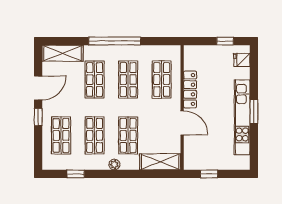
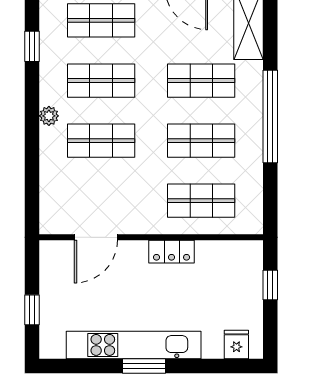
window: (225, 41) -> (270, 285), moved
locker: (190, 89) -> (172, 252), width x0.66
door: (182, 123) -> (96, 237), moved
shelving: (160, 162) -> (54, 198), removed
window: (209, 174) -> (32, 310), moved

